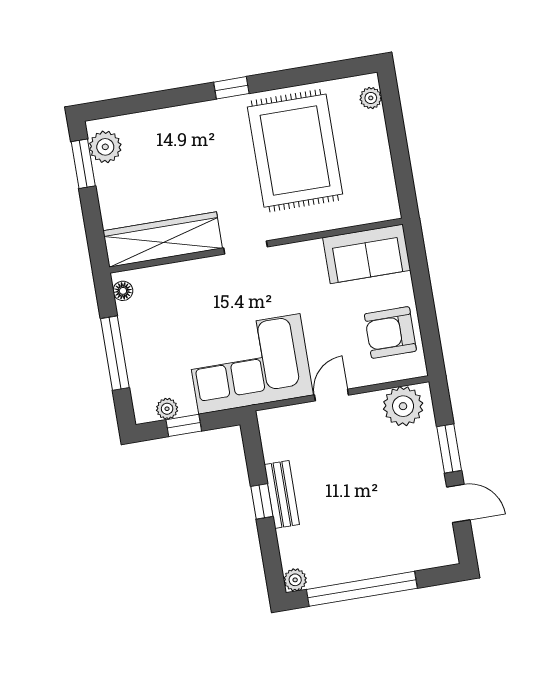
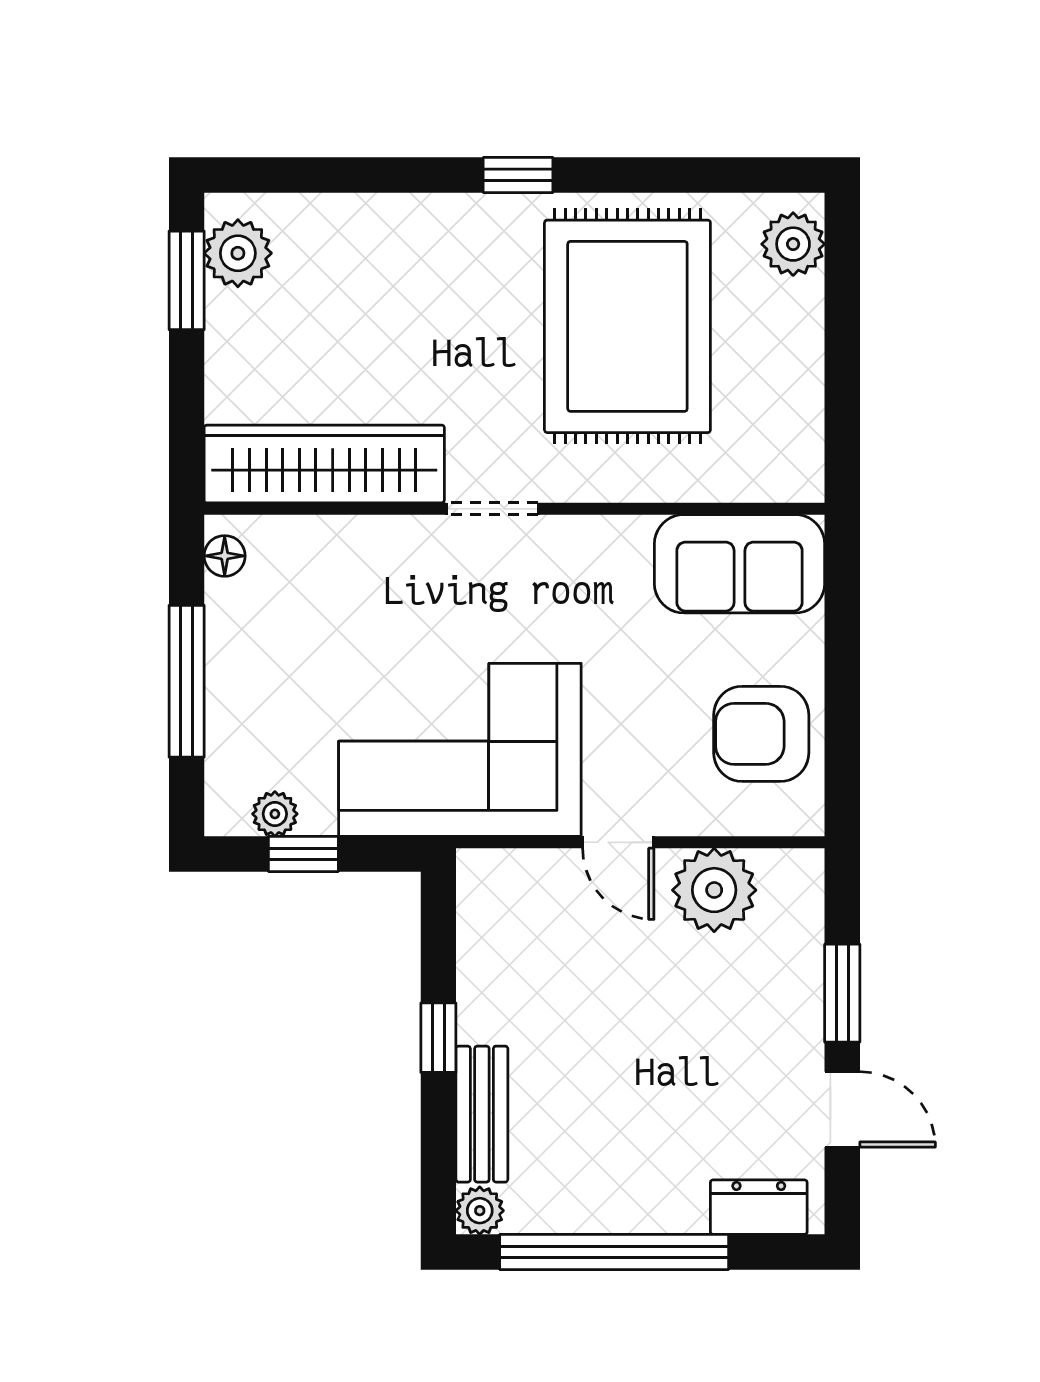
plant: (371, 98) -> (793, 244), width x1.38, depth x1.38
door: (331, 395) -> (618, 842), swing flipped
plant: (403, 406) -> (714, 890), moved
bench: (282, 494) -> (482, 1114), moved
dresser: (427, 556) -> (759, 1207), added

